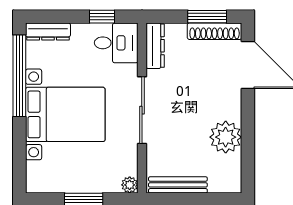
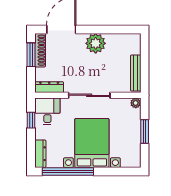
plant: (226, 137) -> (96, 43), moved

